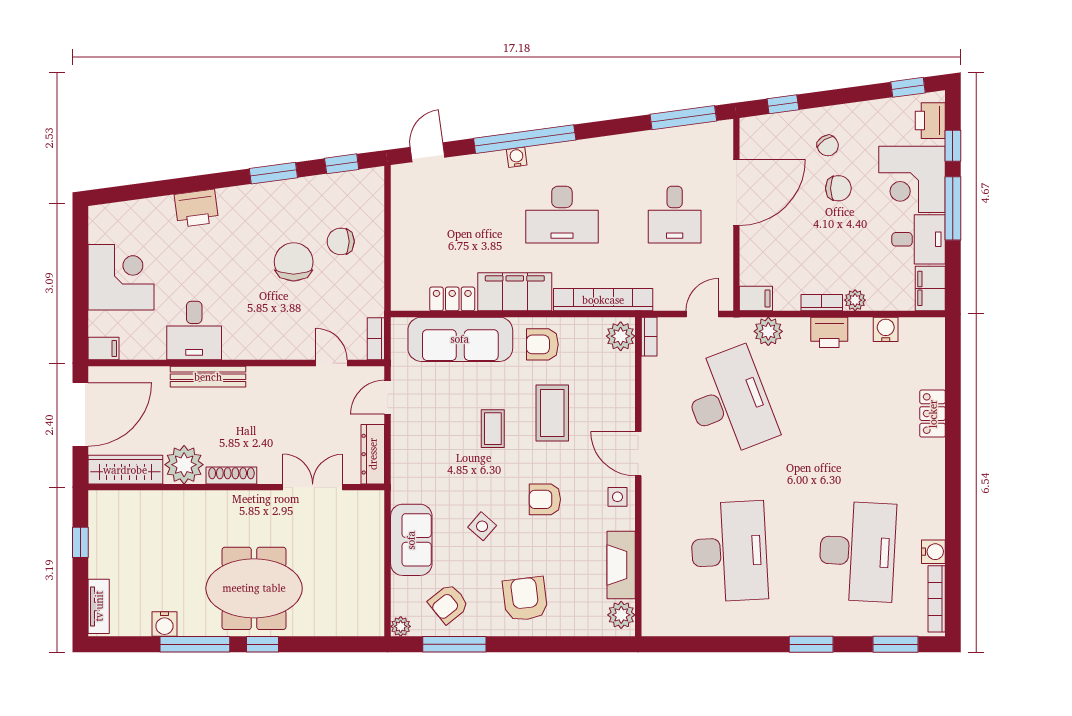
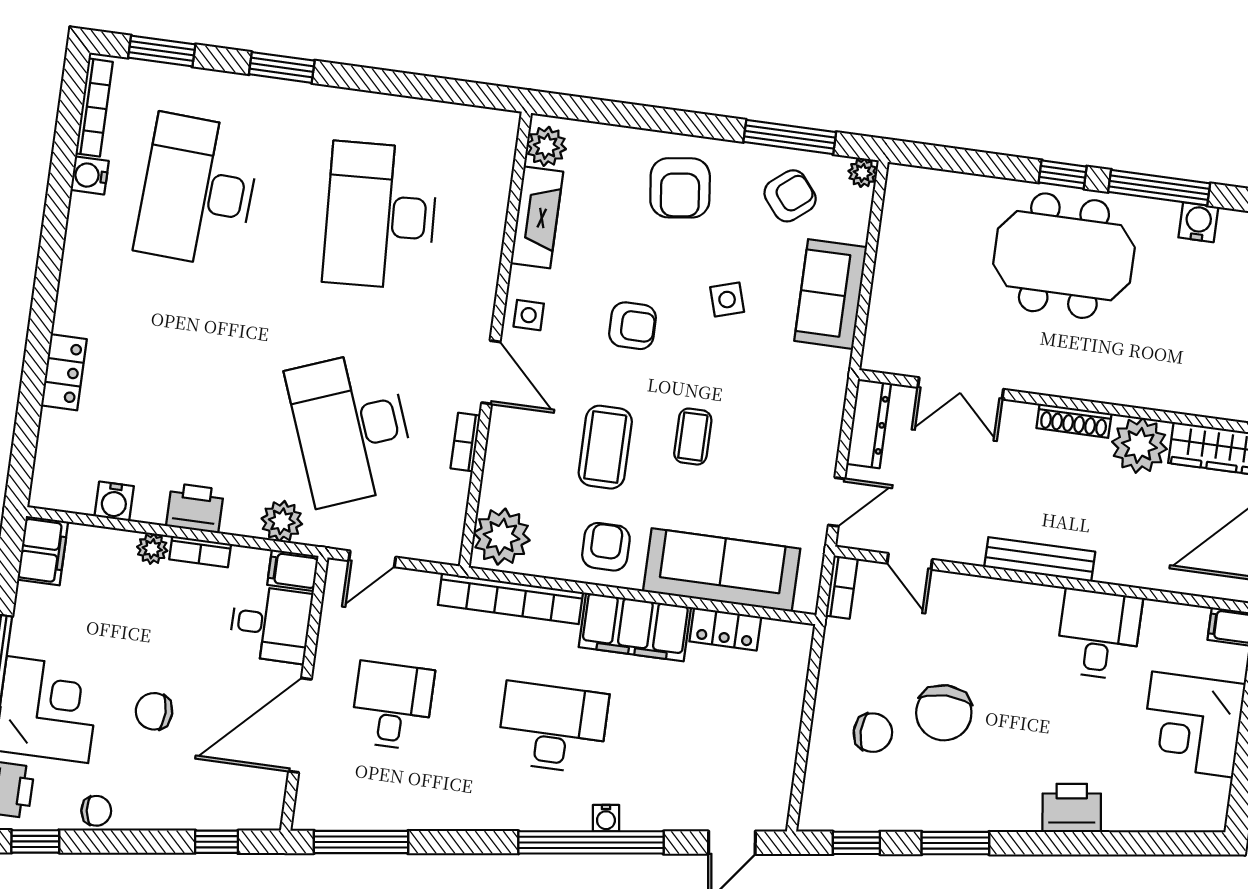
chair: (828, 146) -> (96, 811), moved, turned 116
desk: (919, 239) -> (271, 624), moved, turned 180
plant: (621, 336) -> (502, 537), width x1.36, depth x1.36
bookcase: (649, 337) -> (465, 442), moved
armchair: (542, 344) -> (606, 547), turned -90
bench: (208, 377) -> (1040, 559), moved
side table: (482, 526) -> (727, 300), turned 32

